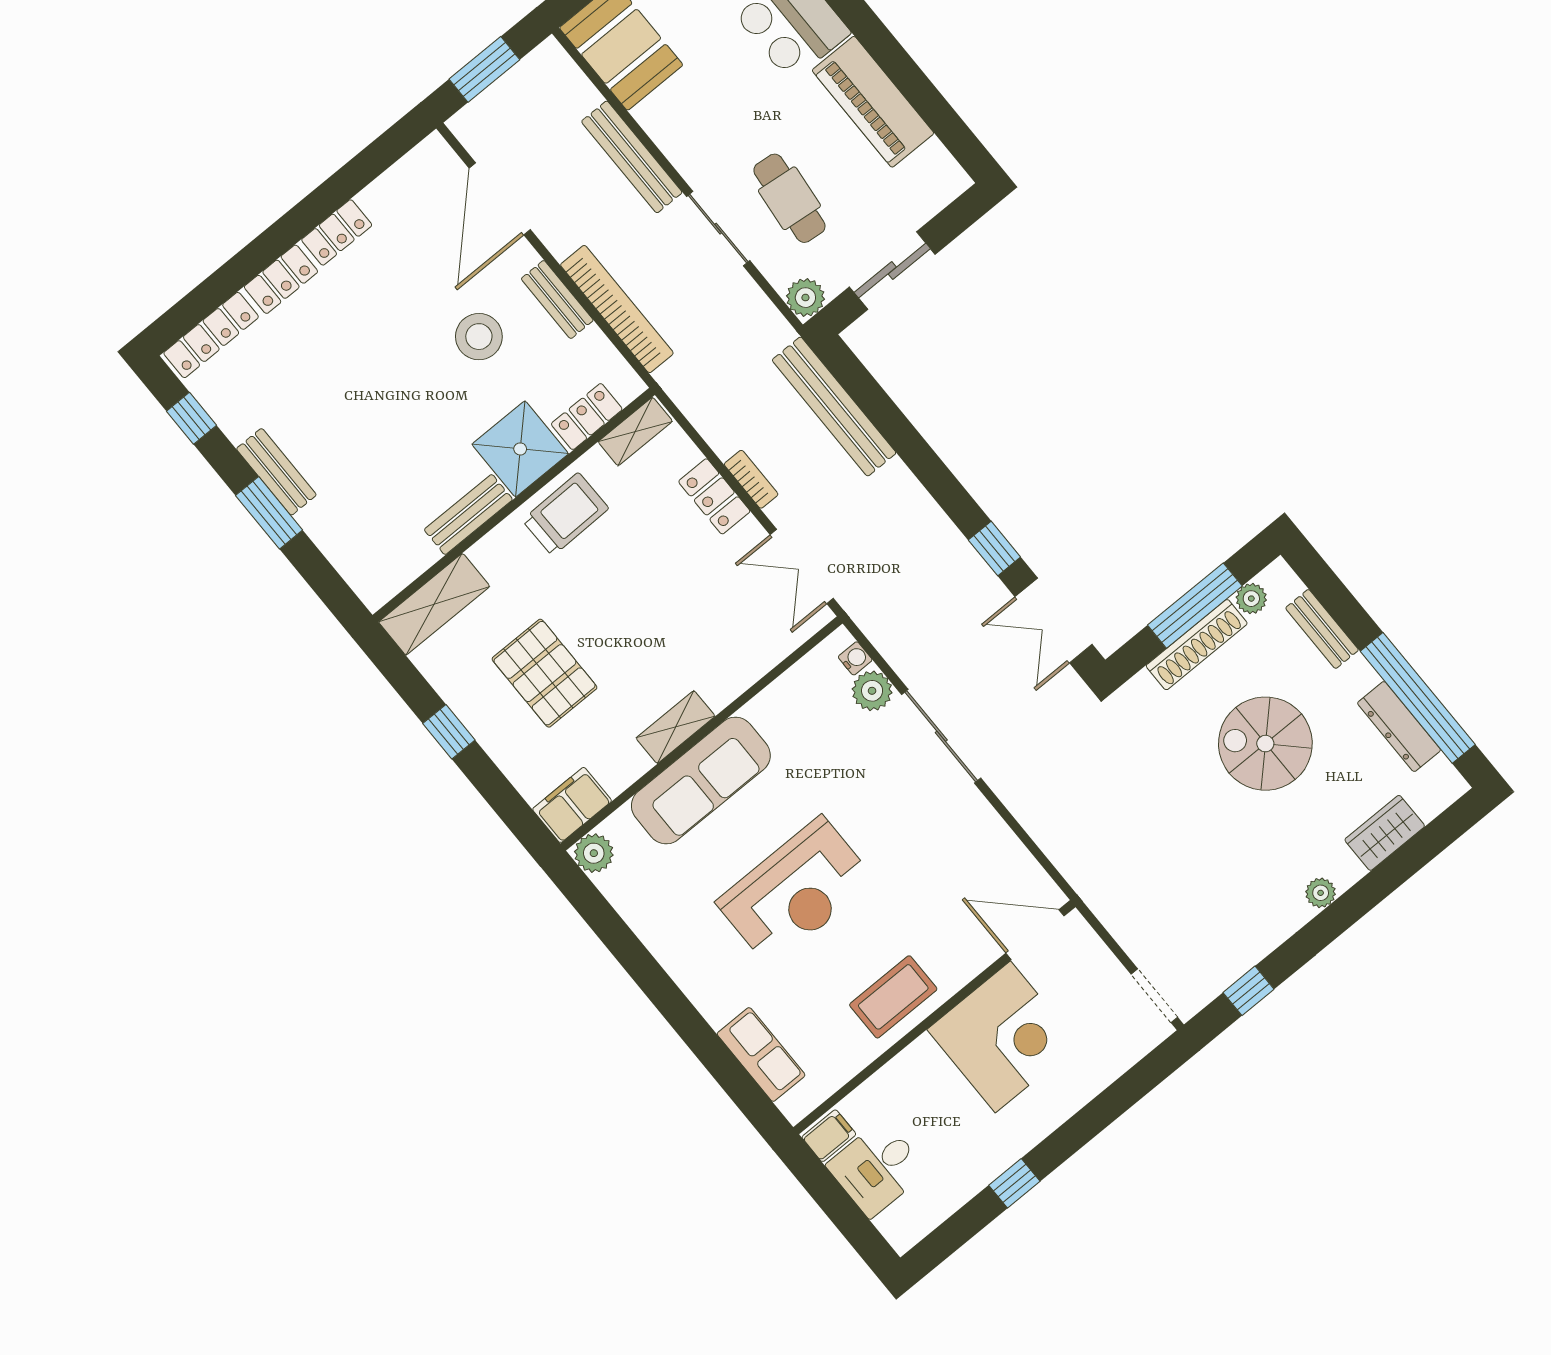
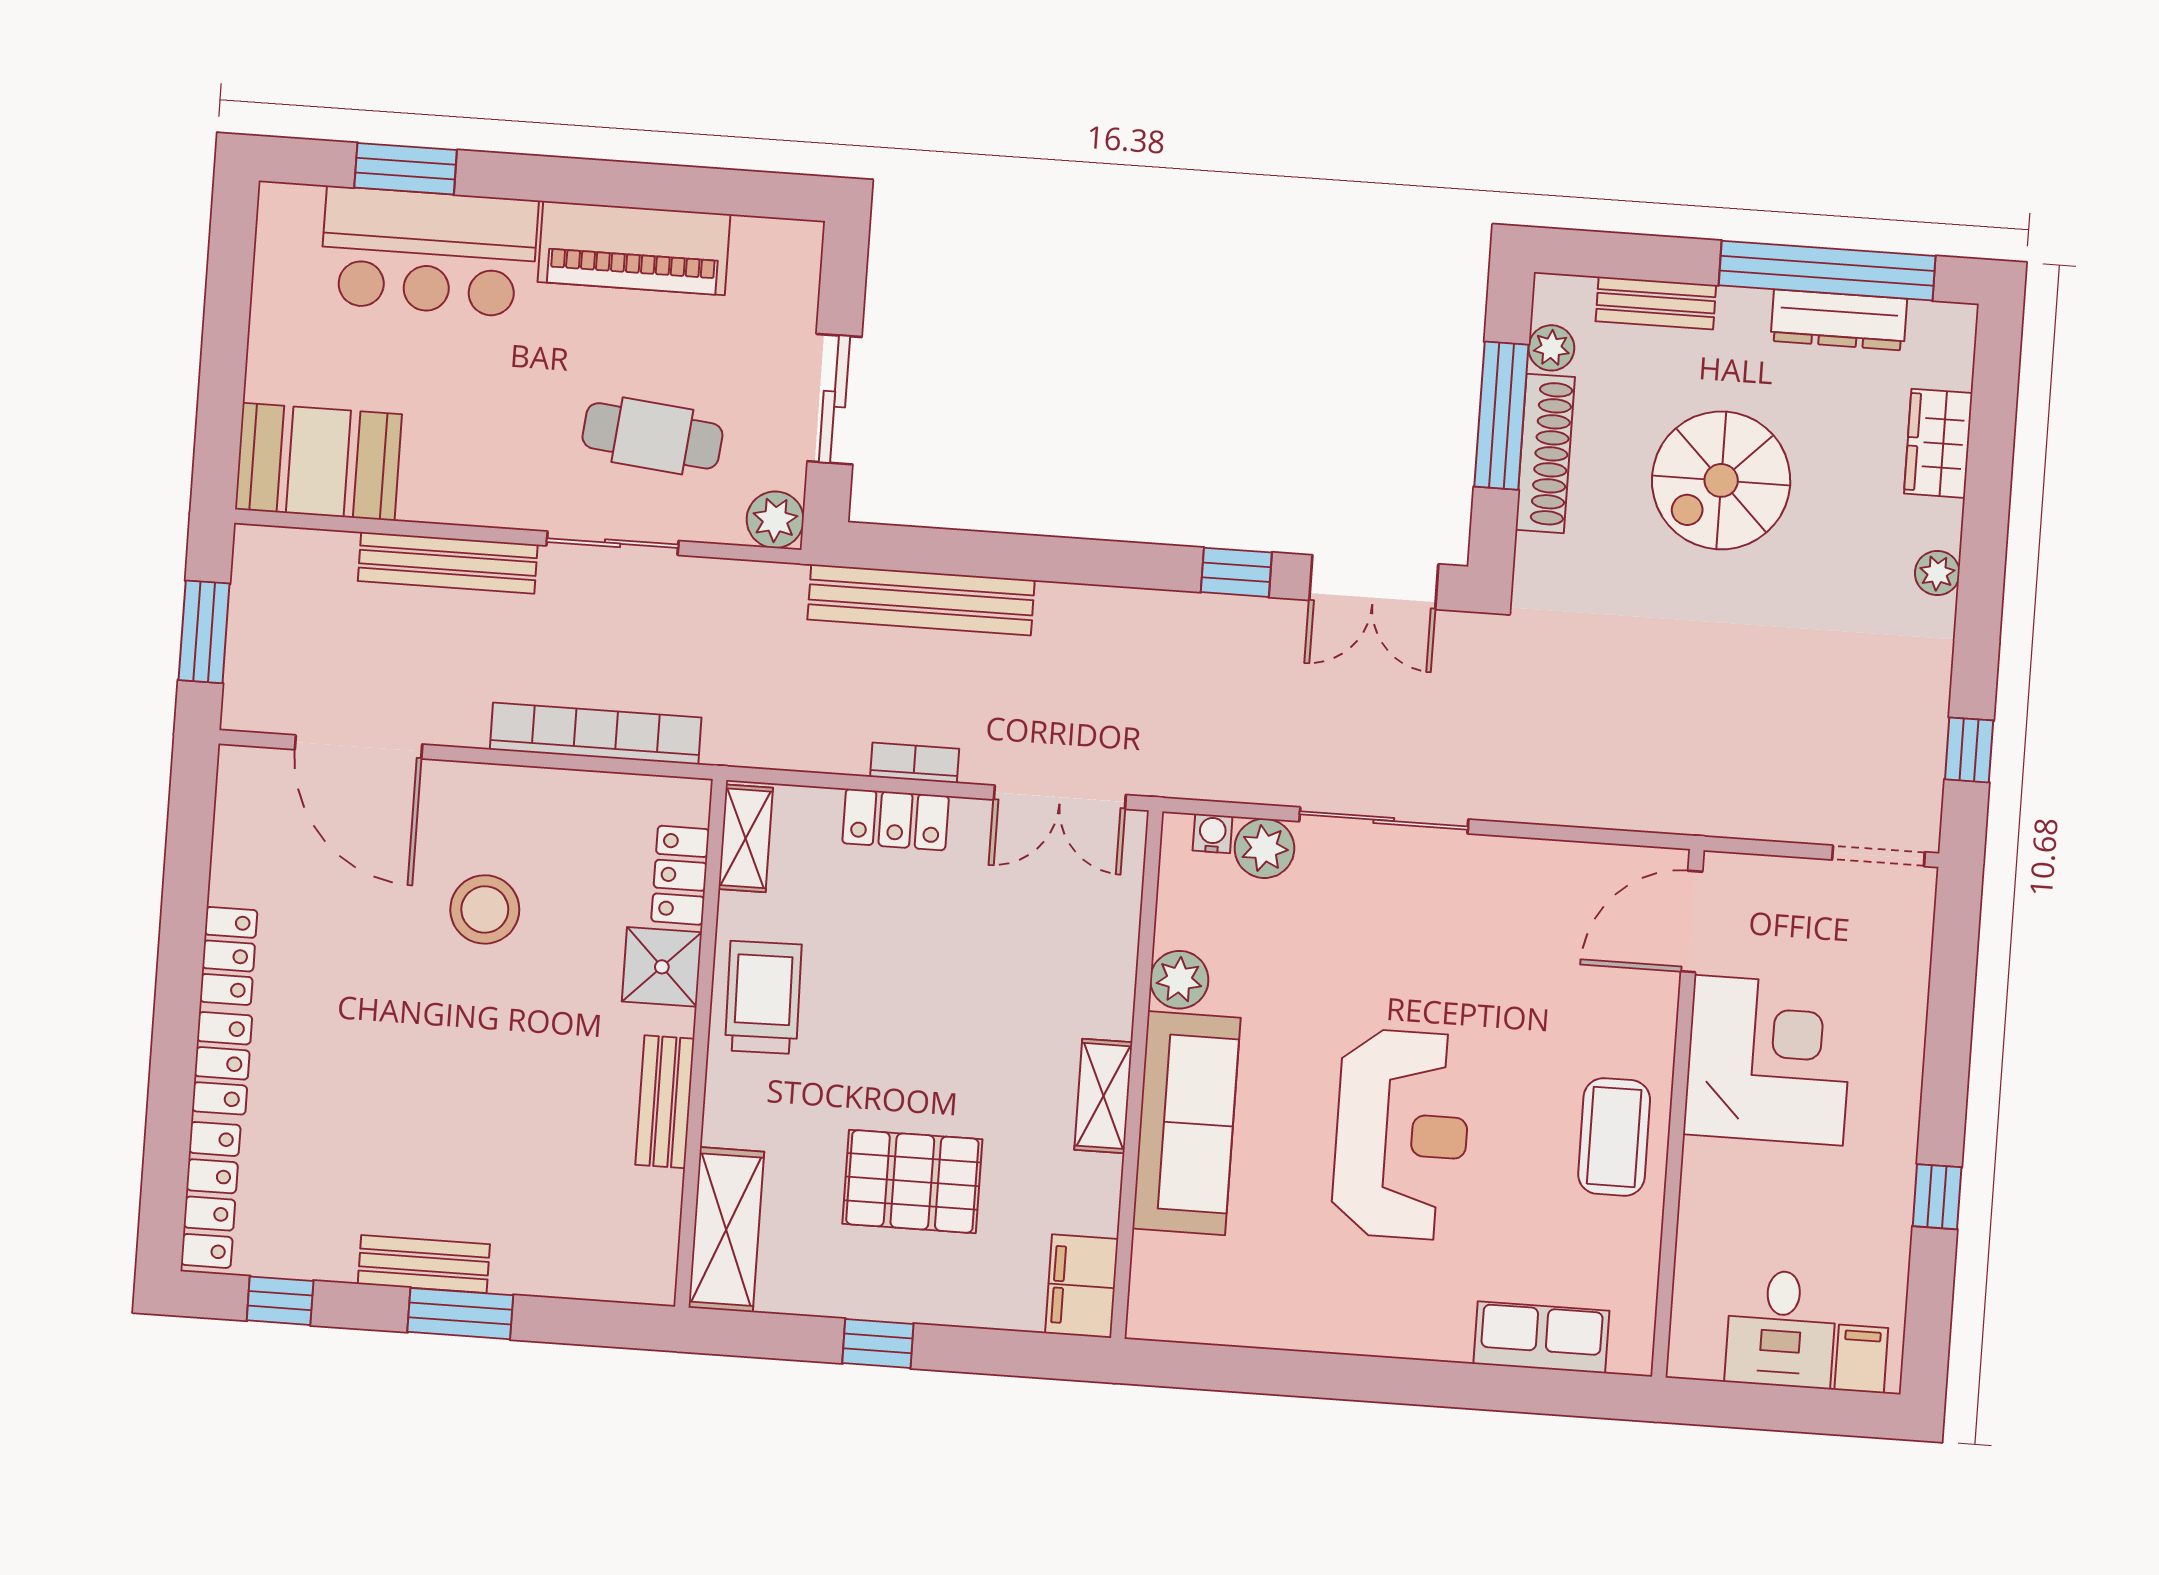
bench: (557, 299) -> (525, 788), removed
shower: (520, 449) -> (662, 967), width x0.73, depth x0.73
plant: (594, 853) -> (1179, 980), moved
filing cabinet: (829, 1136) -> (1861, 1359), moved

